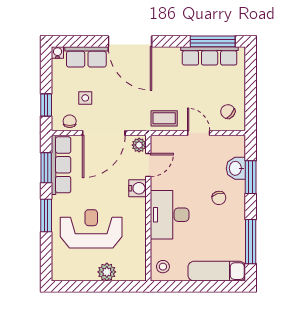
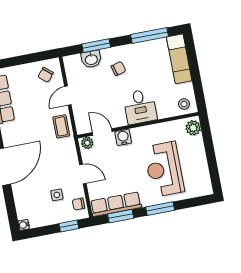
row of seats: (86, 57) -> (23, 200), removed
door: (104, 133) -> (83, 174), width x0.53
desk: (170, 215) -> (140, 107), width x0.73
plant: (107, 272) -> (193, 128), moved

